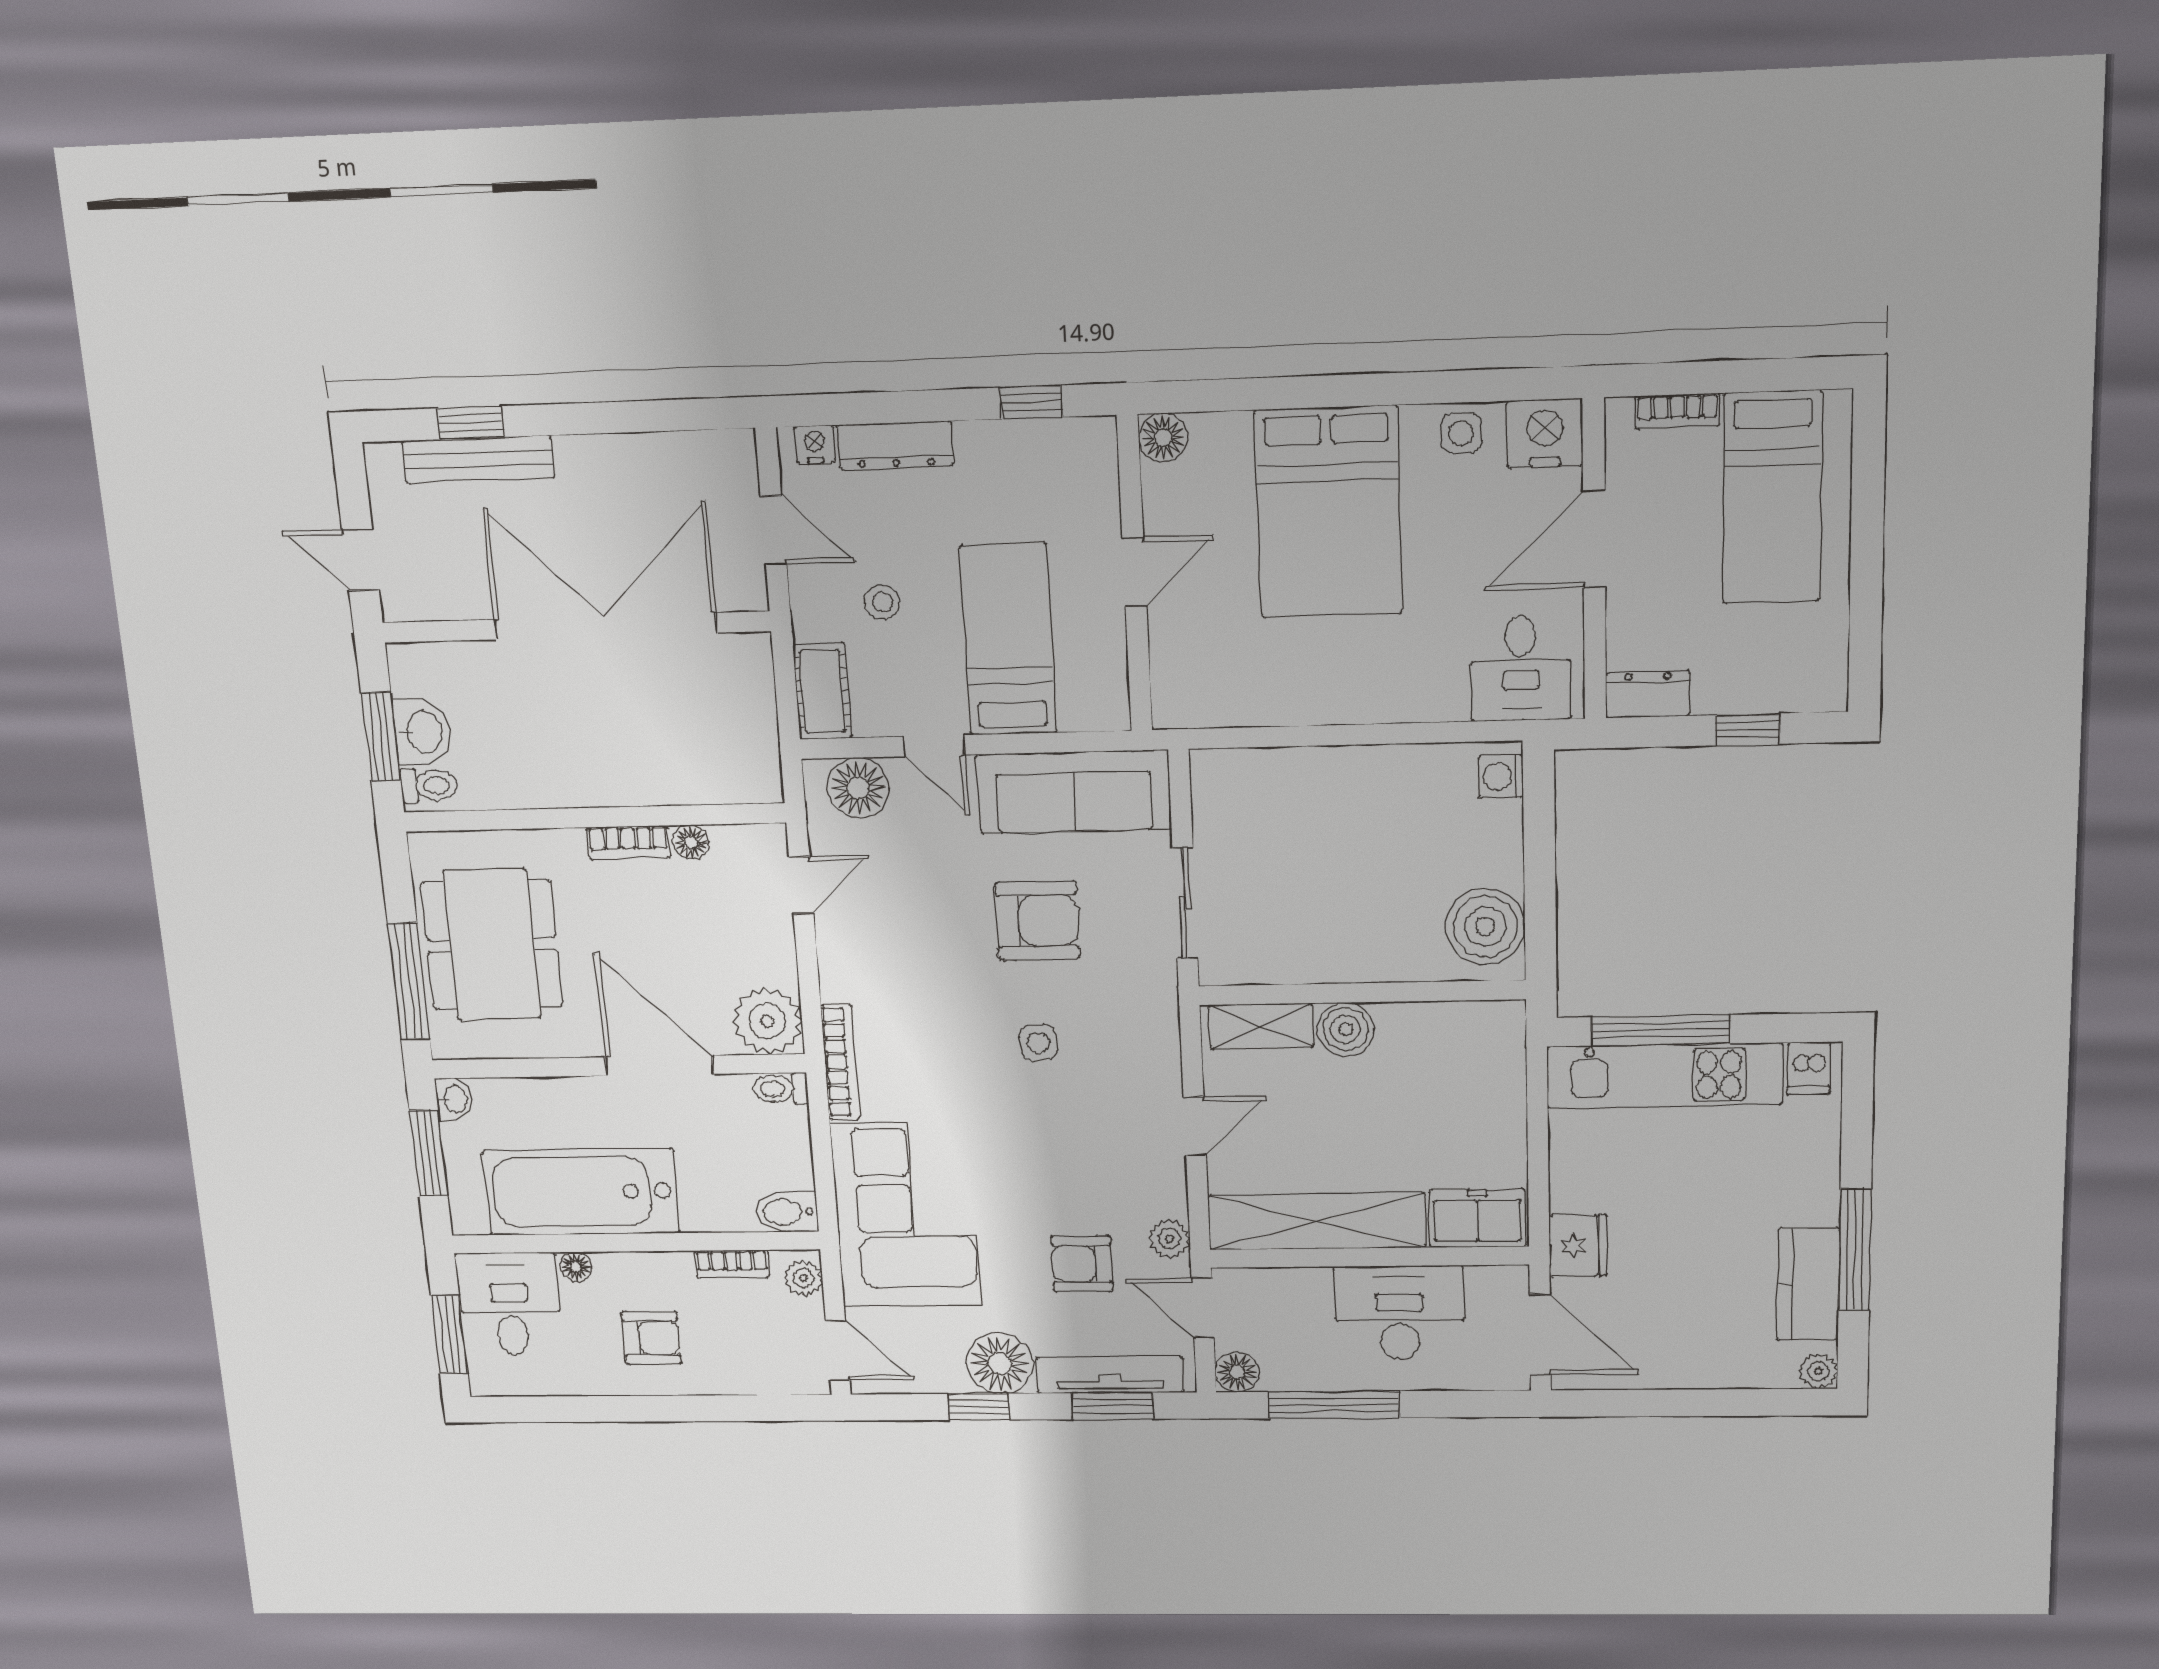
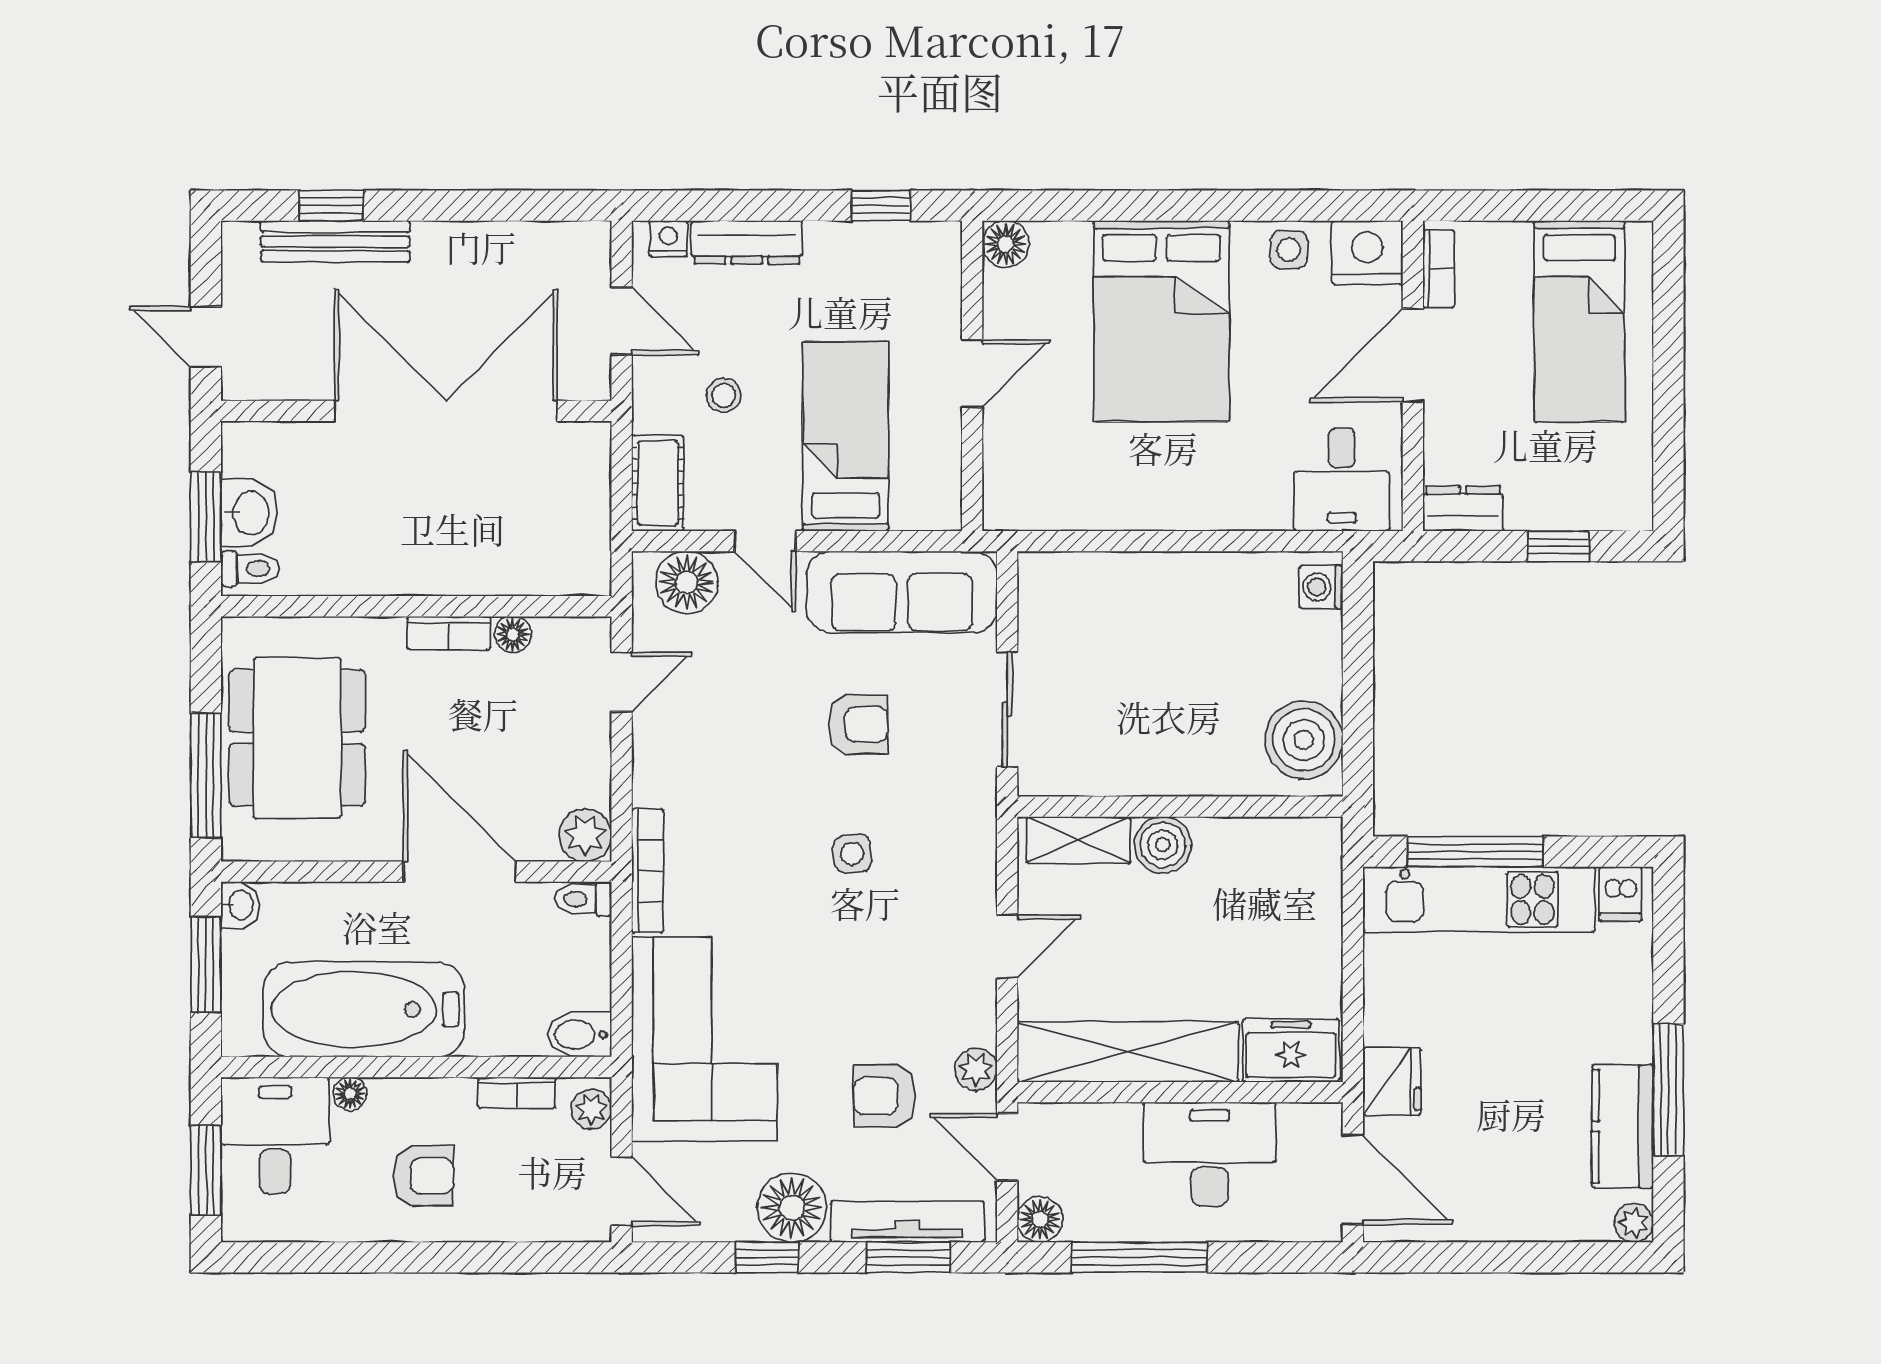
bookcase: (1677, 411) -> (1439, 269), moved, turned -90
armchair: (1037, 921) -> (858, 724), width x0.72, depth x0.72
plant: (767, 1021) -> (585, 835), width x0.73, depth x0.73

